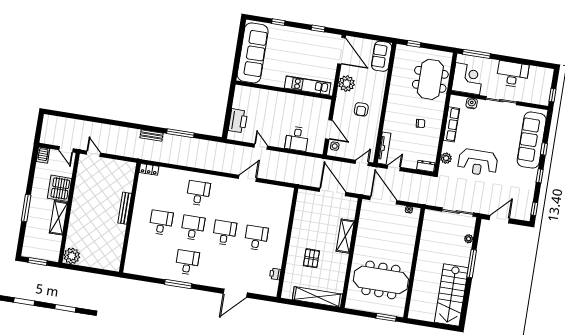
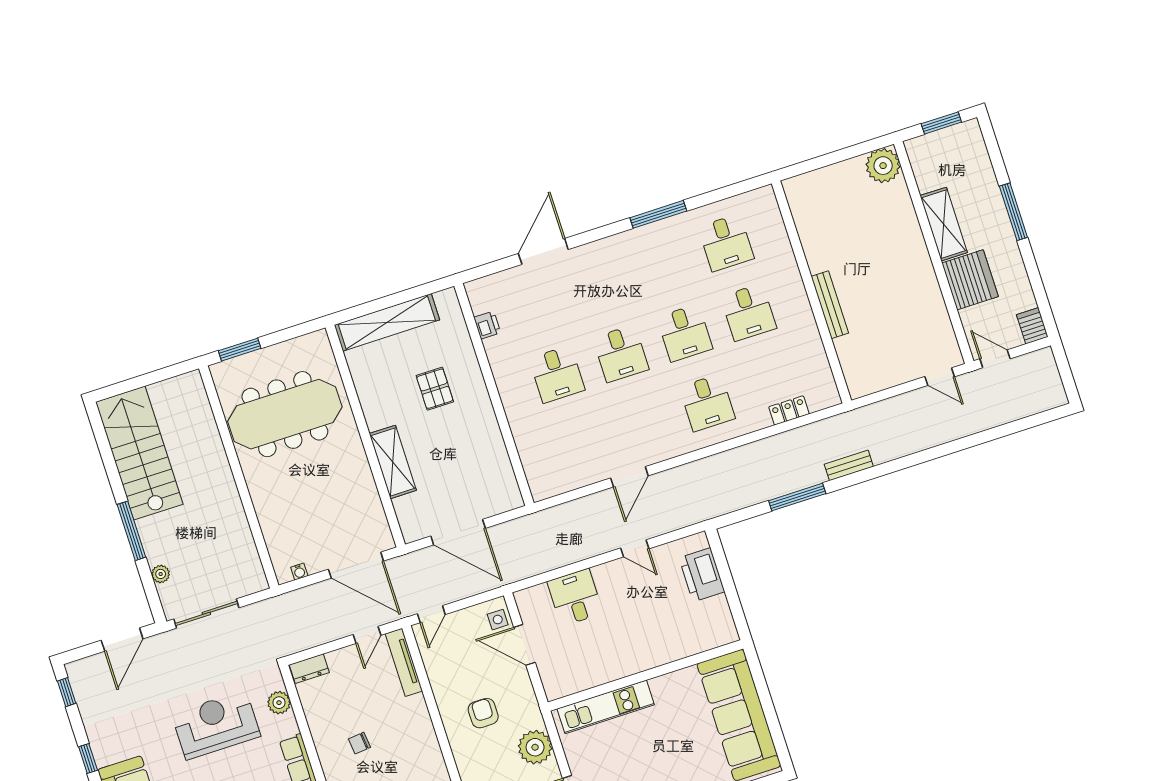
locker: (149, 169) -> (789, 410), moved
desk: (187, 262) -> (726, 243), moved

